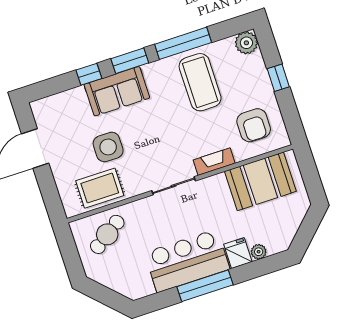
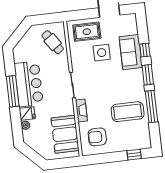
plant: (246, 43) -> (144, 142), removed
window: (278, 78) -> (134, 155), moved
sofa: (117, 91) -> (131, 52), moved
rug: (100, 188) -> (87, 32), moved, turned 90

